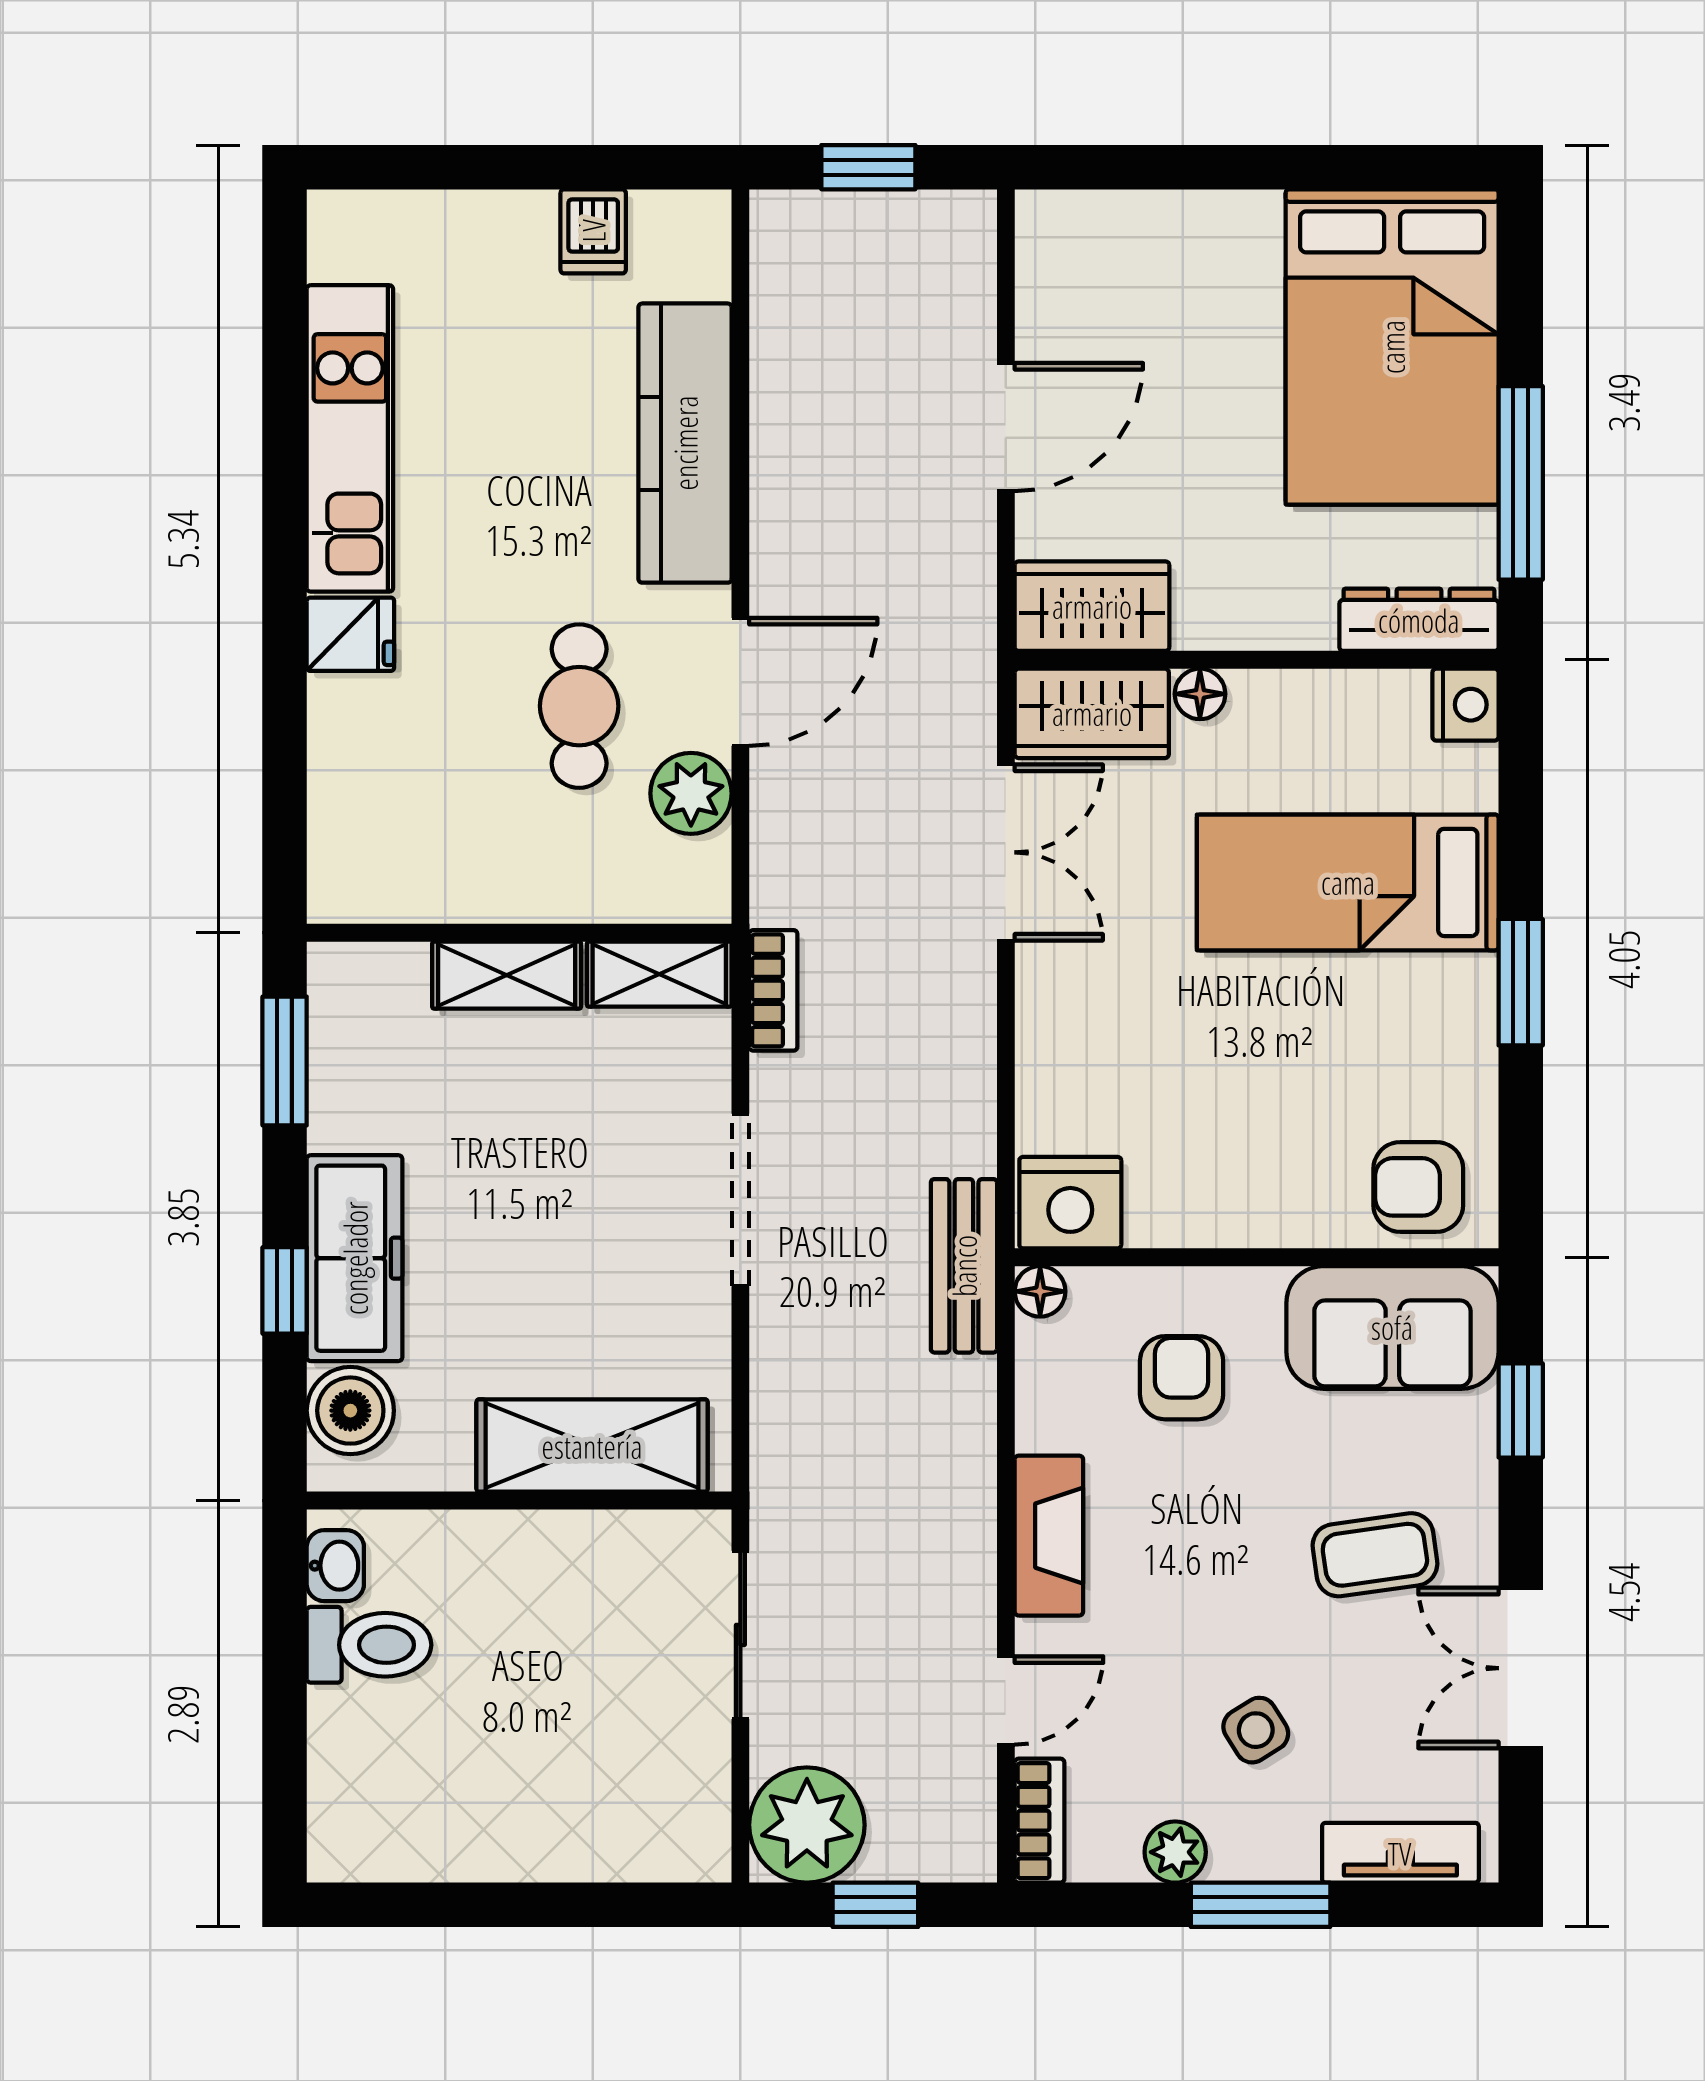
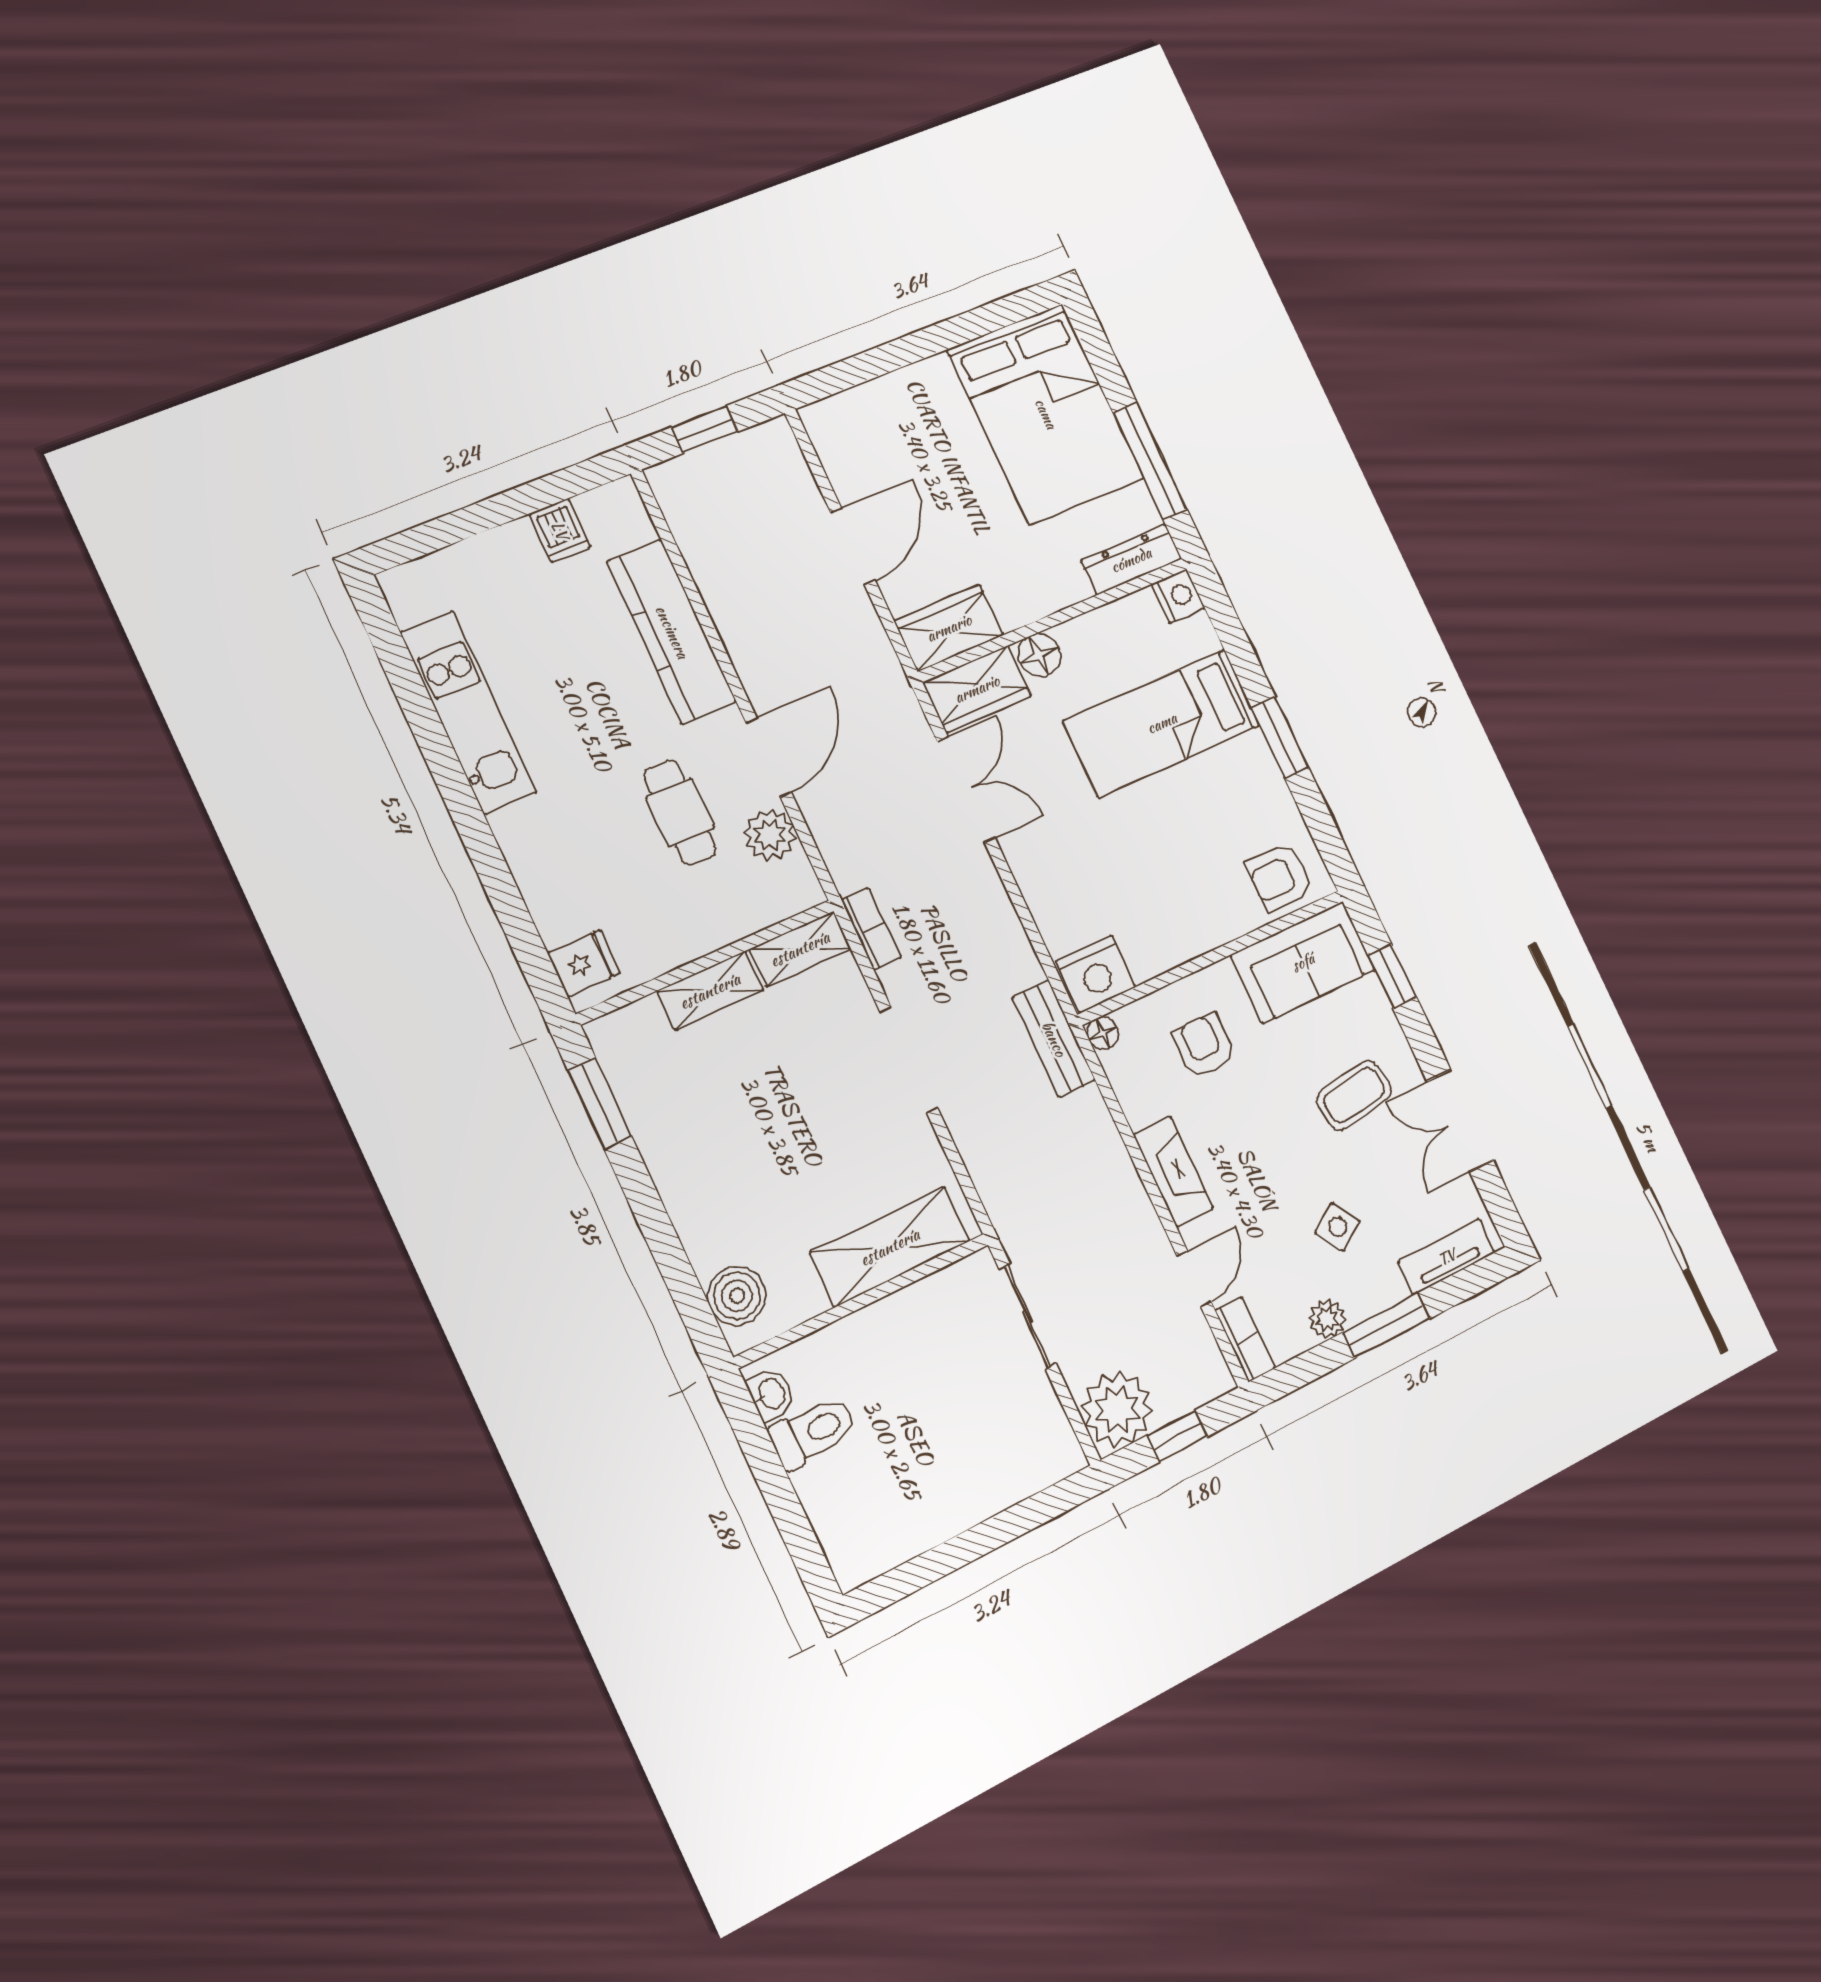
fridge: (350, 634) -> (584, 963), moved
floor lamp: (1200, 694) -> (1040, 655), width x1.37, depth x1.37
freezer: (355, 1258) -> (697, 1202), removed
window: (285, 1290) -> (664, 1242), removed

